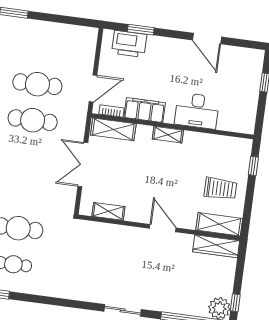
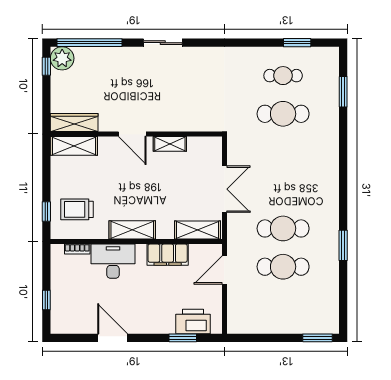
bookcase: (112, 111) -> (77, 249), moved
shelving: (168, 135) -> (132, 230), width x1.50, depth x1.33
trolley: (220, 189) -> (77, 209), moved
shelving: (108, 211) -> (170, 144), moved

